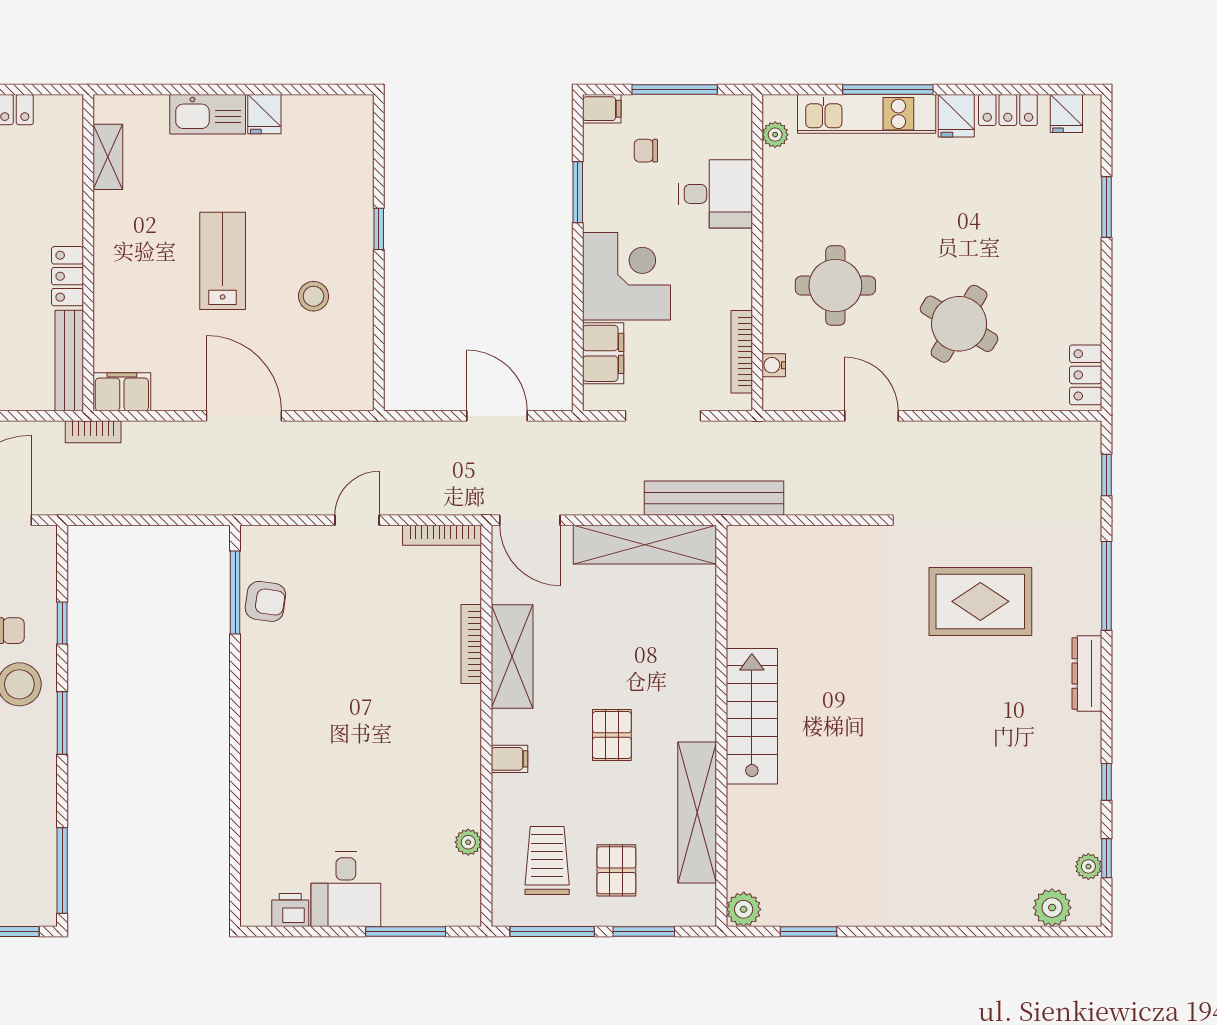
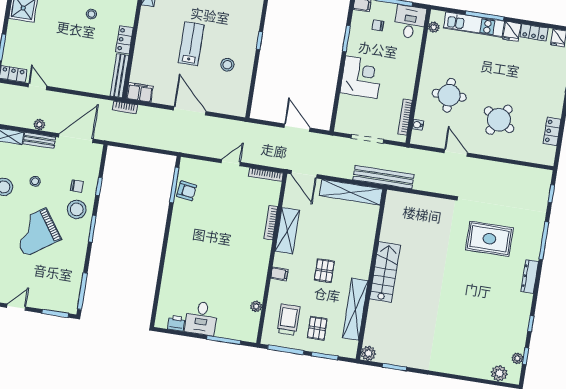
desk: (715, 194) -> (410, 22), moved, turned -90
filing cabinet: (603, 353) -> (346, 108), removed
locker: (1086, 375) -> (552, 131), moved

